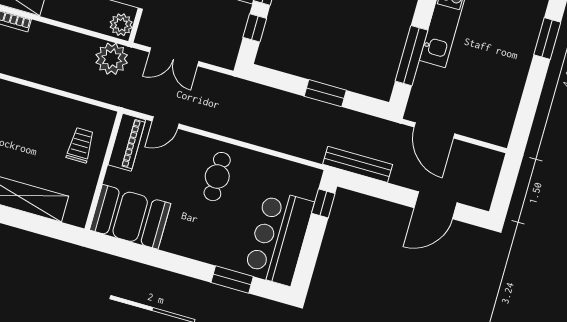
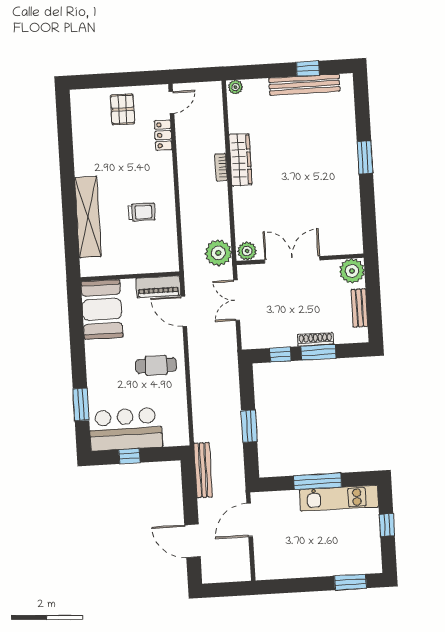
window: (411, 56) -> (318, 481), moved
door: (166, 122) -> (184, 311), width x1.38
trolley: (80, 145) -> (142, 212), moved
window: (323, 203) -> (129, 456), moved

